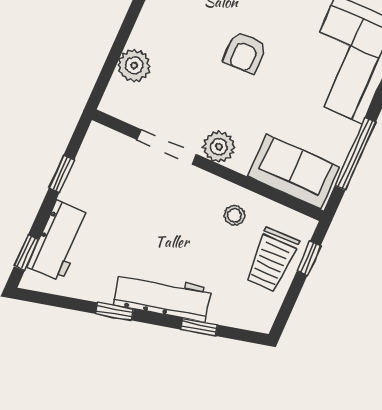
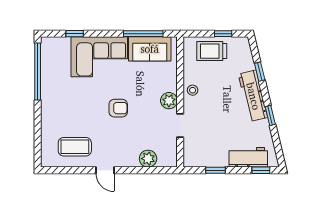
doorway: (167, 147) -> (180, 126), width x0.73
sofa: (293, 172) -> (150, 49), moved, turned -90
stool: (235, 215) -> (193, 90), moved
window: (309, 258) -> (223, 34), moved
trolley: (272, 260) -> (212, 51), turned 180

